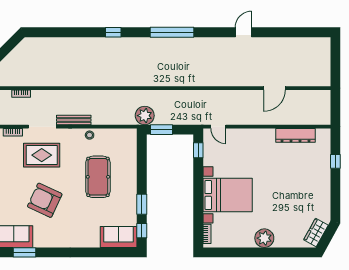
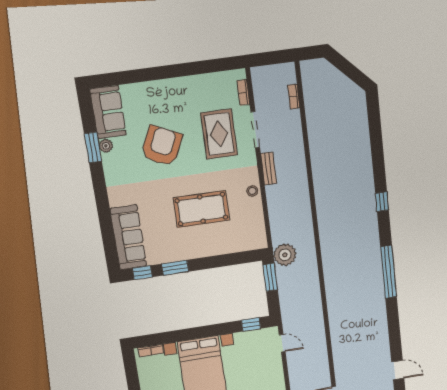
door: (243, 32) -> (398, 370), moved
bench: (74, 120) -> (269, 169), width x0.73
door: (218, 127) -> (282, 343), swing flipped
sofa: (119, 237) -> (128, 238), width x1.36
plant: (39, 242) -> (106, 146), added
window: (24, 252) -> (93, 147), moved

